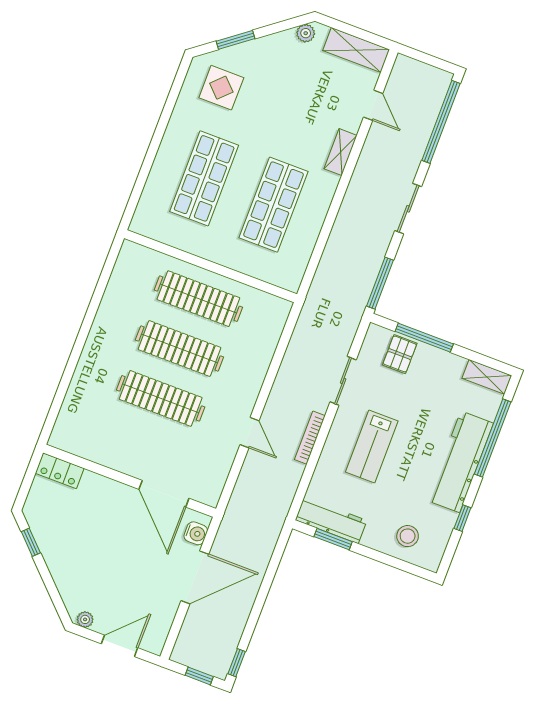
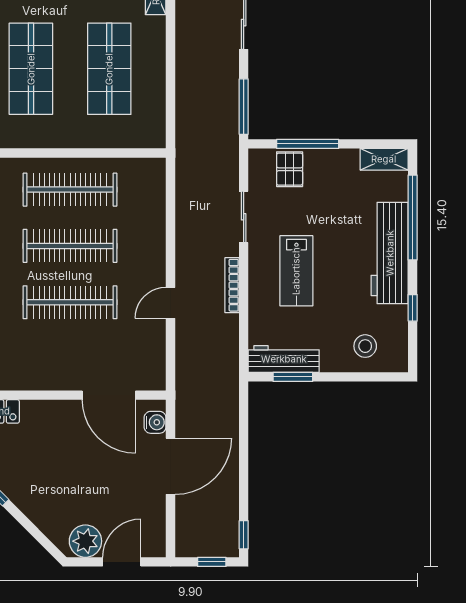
door: (250, 433) -> (171, 303), swing flipped
plant: (85, 619) -> (85, 541), width x1.88, depth x1.88

